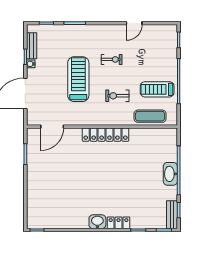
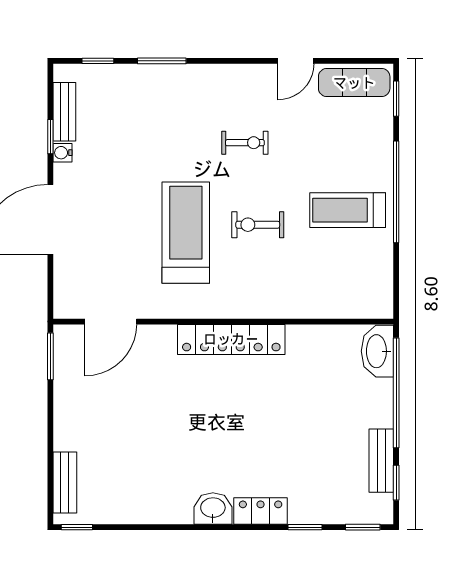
treadmill: (78, 79) -> (186, 233), moved
exercise mat: (150, 116) -> (354, 83), moved
door: (52, 127) -> (111, 322), moved
wall: (102, 127) -> (223, 322), moved
locker: (106, 135) -> (231, 339), moved
washbasin: (170, 174) -> (377, 351), moved
bench: (32, 210) -> (65, 483), added
bench: (172, 215) -> (381, 461), moved

